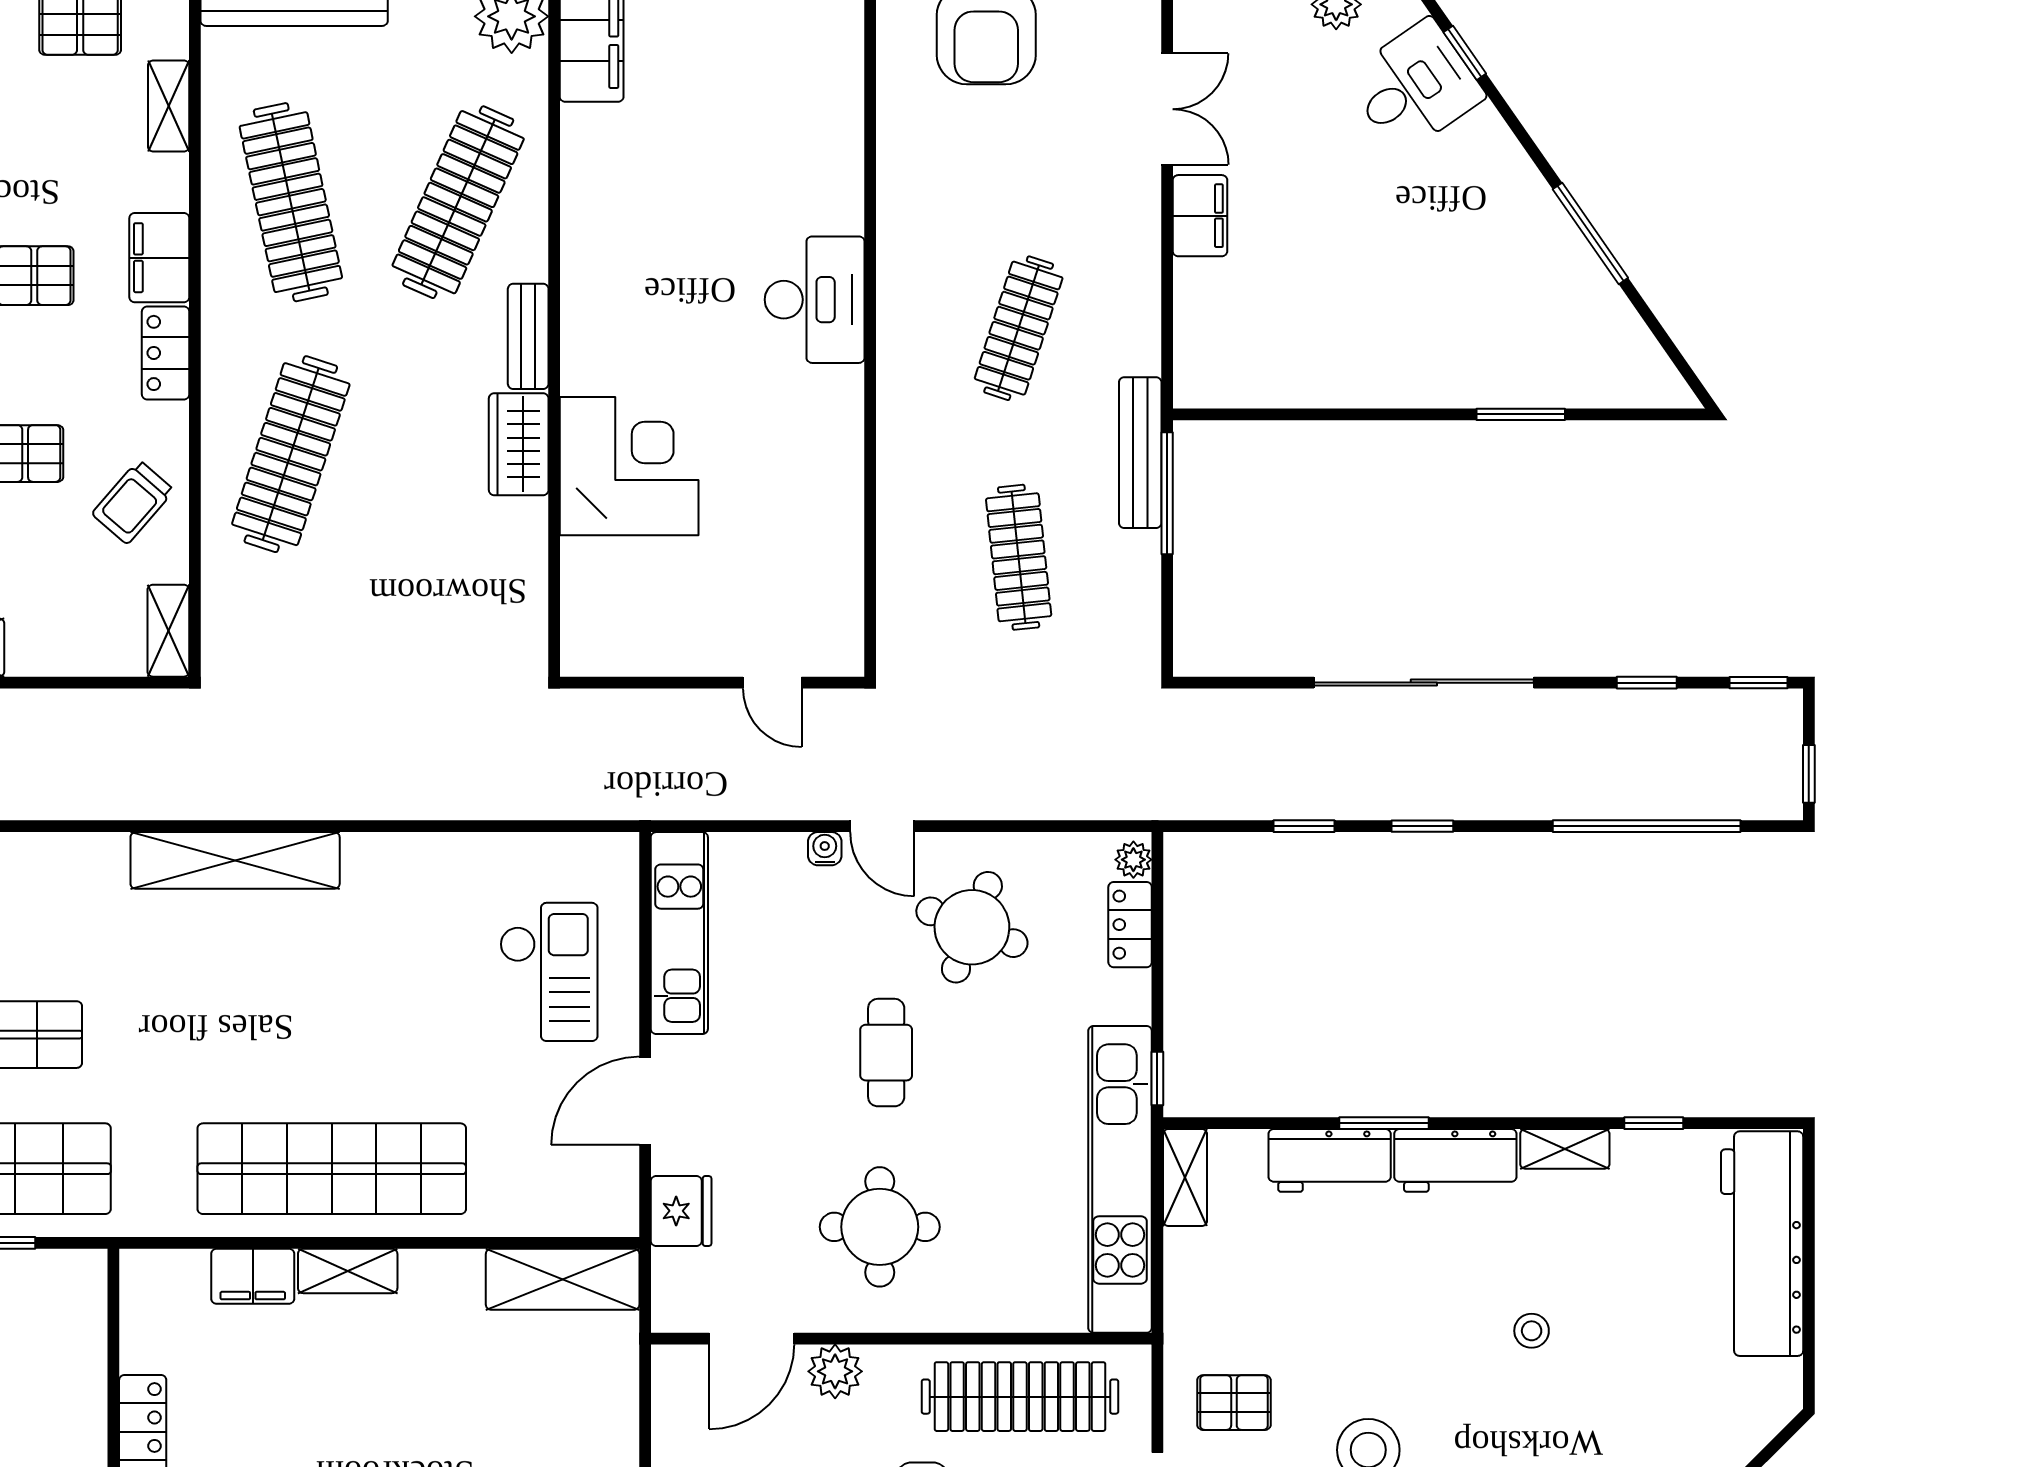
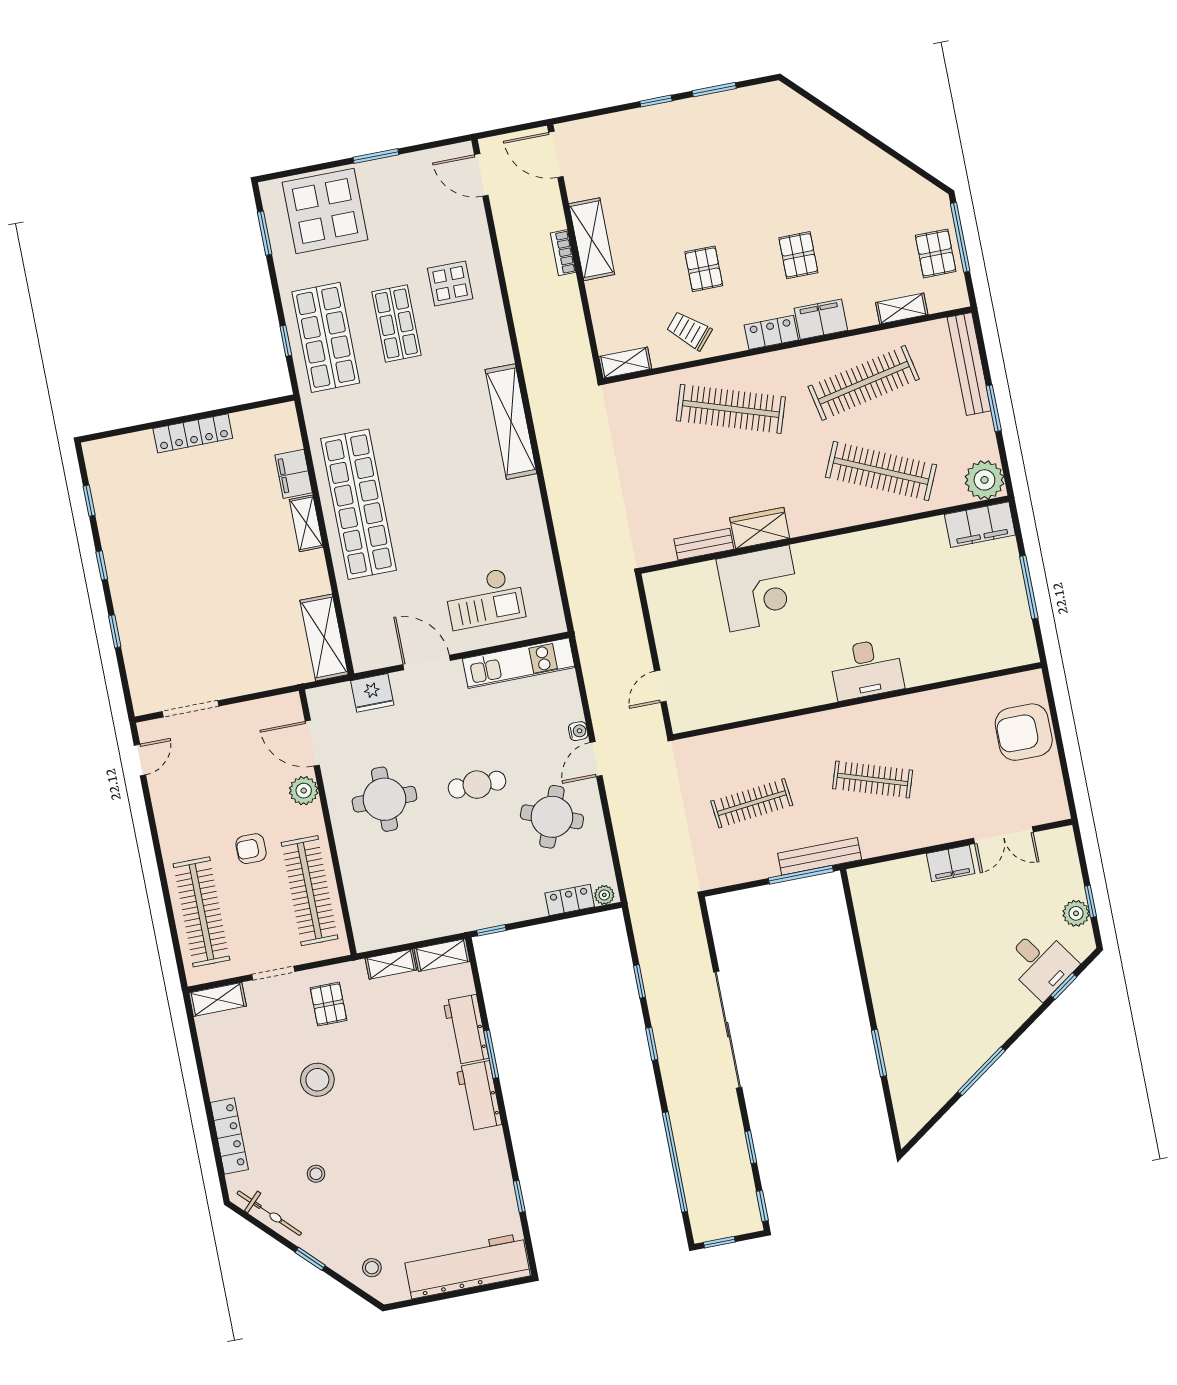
bench: (528, 336) -> (704, 544), moved
shelving: (1565, 1149) -> (391, 964), moved, turned 90
kitchen unit: (1120, 1179) -> (434, 921), removed
stool: (1532, 1331) -> (372, 1268), moved

